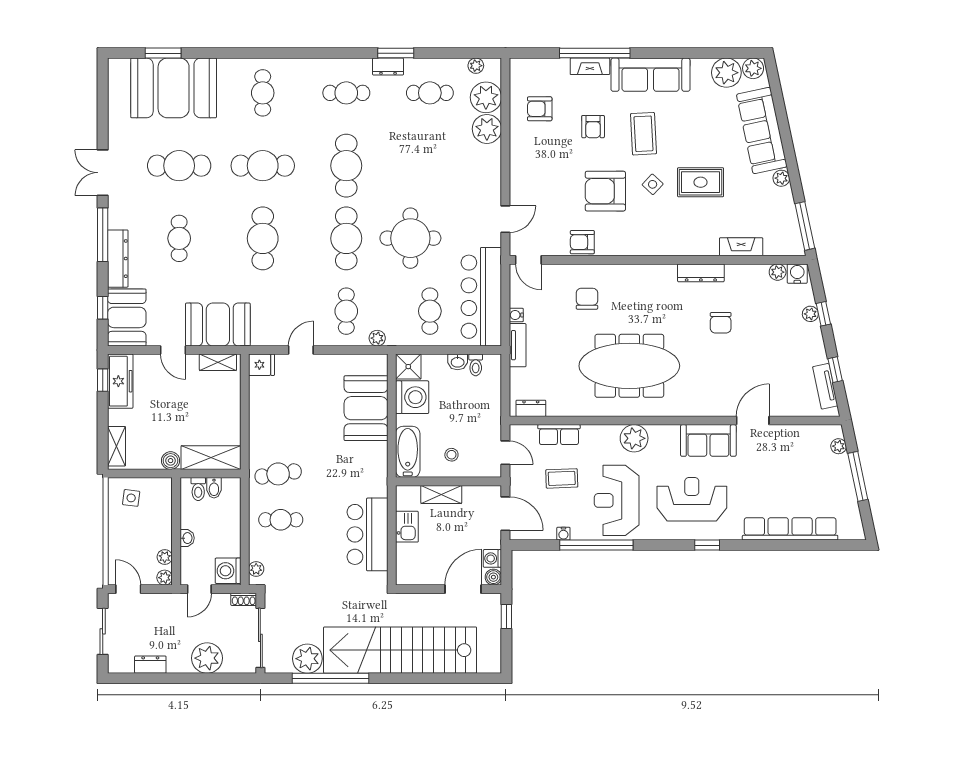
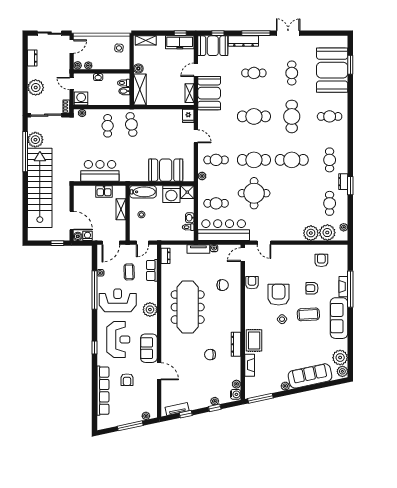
cafe table: (179, 166) -> (292, 73), width x0.73, depth x0.74
rug: (701, 182) -> (254, 340), moved
armchair: (769, 482) -> (127, 380), added

